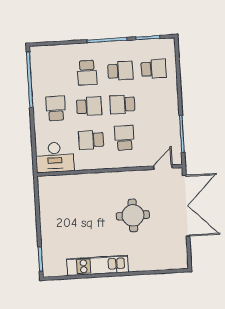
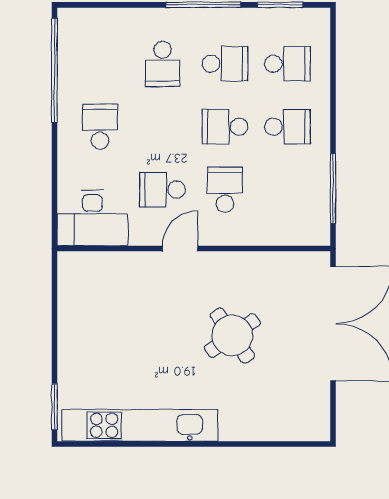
school desk: (89, 106) -> (287, 127), moved
door: (163, 167) -> (180, 249), moved
round table: (133, 215) -> (232, 335), turned -35
kitchen unit: (98, 265) -> (140, 425), width x1.36

